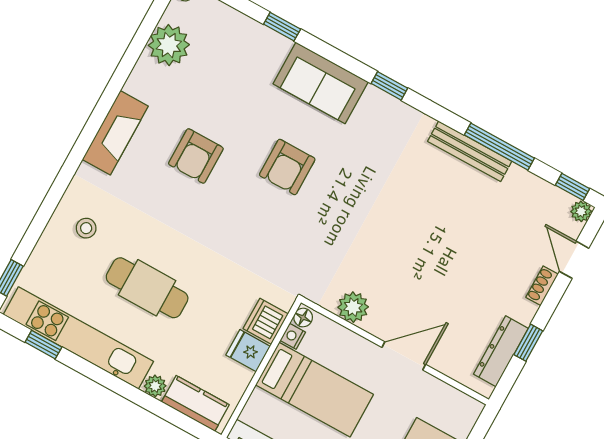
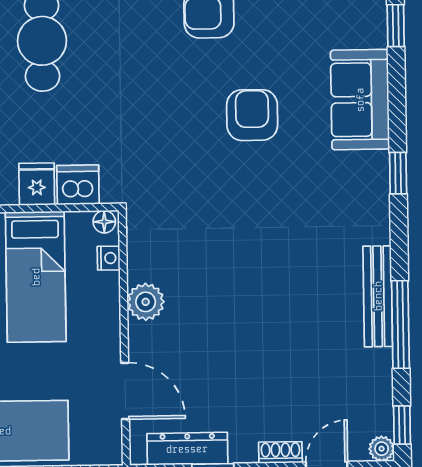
armchair: (287, 167) -> (252, 115), turned 90
plant: (353, 307) -> (146, 302), moved
nightstand: (293, 336) -> (109, 258), moved, turned 90
door: (404, 356) -> (125, 391), moved

